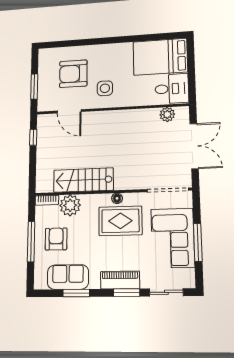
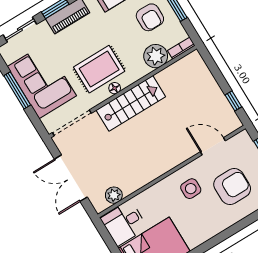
stairs: (83, 180) -> (131, 103), moved

